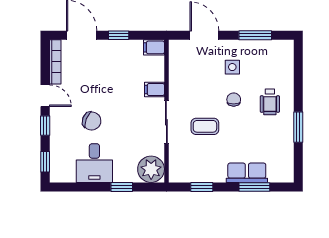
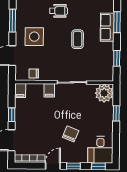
side table: (232, 67) -> (34, 37), width x1.87, depth x1.87
chair: (234, 100) -> (34, 73), moved
coffee table: (205, 126) -> (78, 39), moved
desk: (94, 163) -> (100, 150), moved, turned 90

